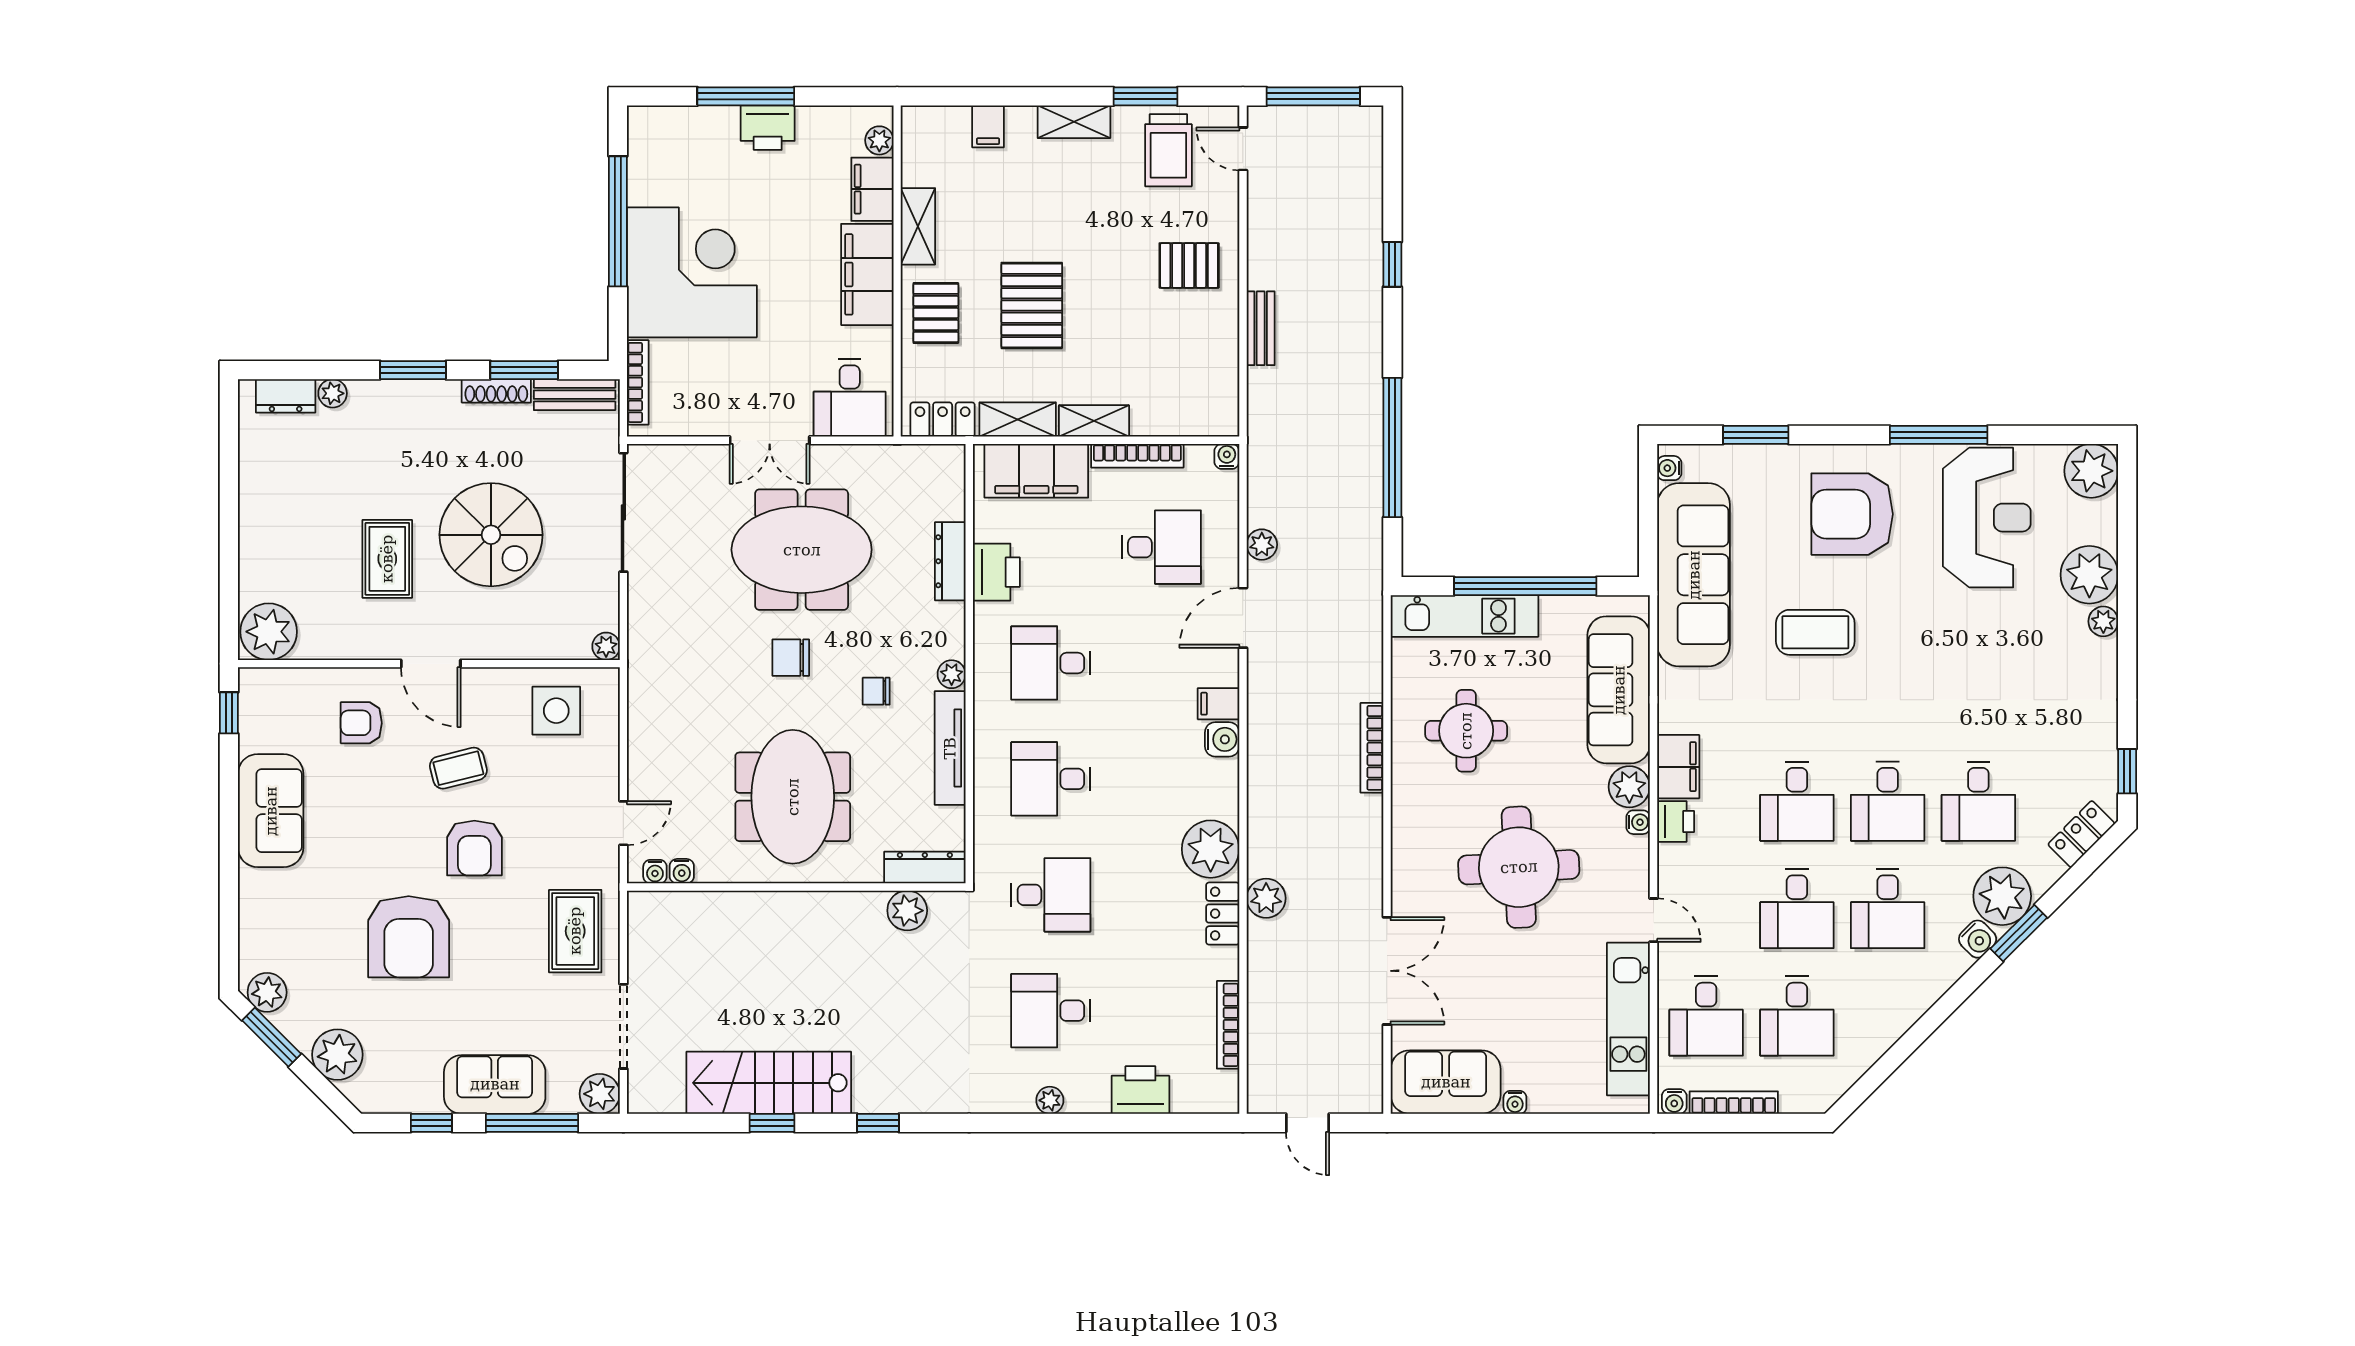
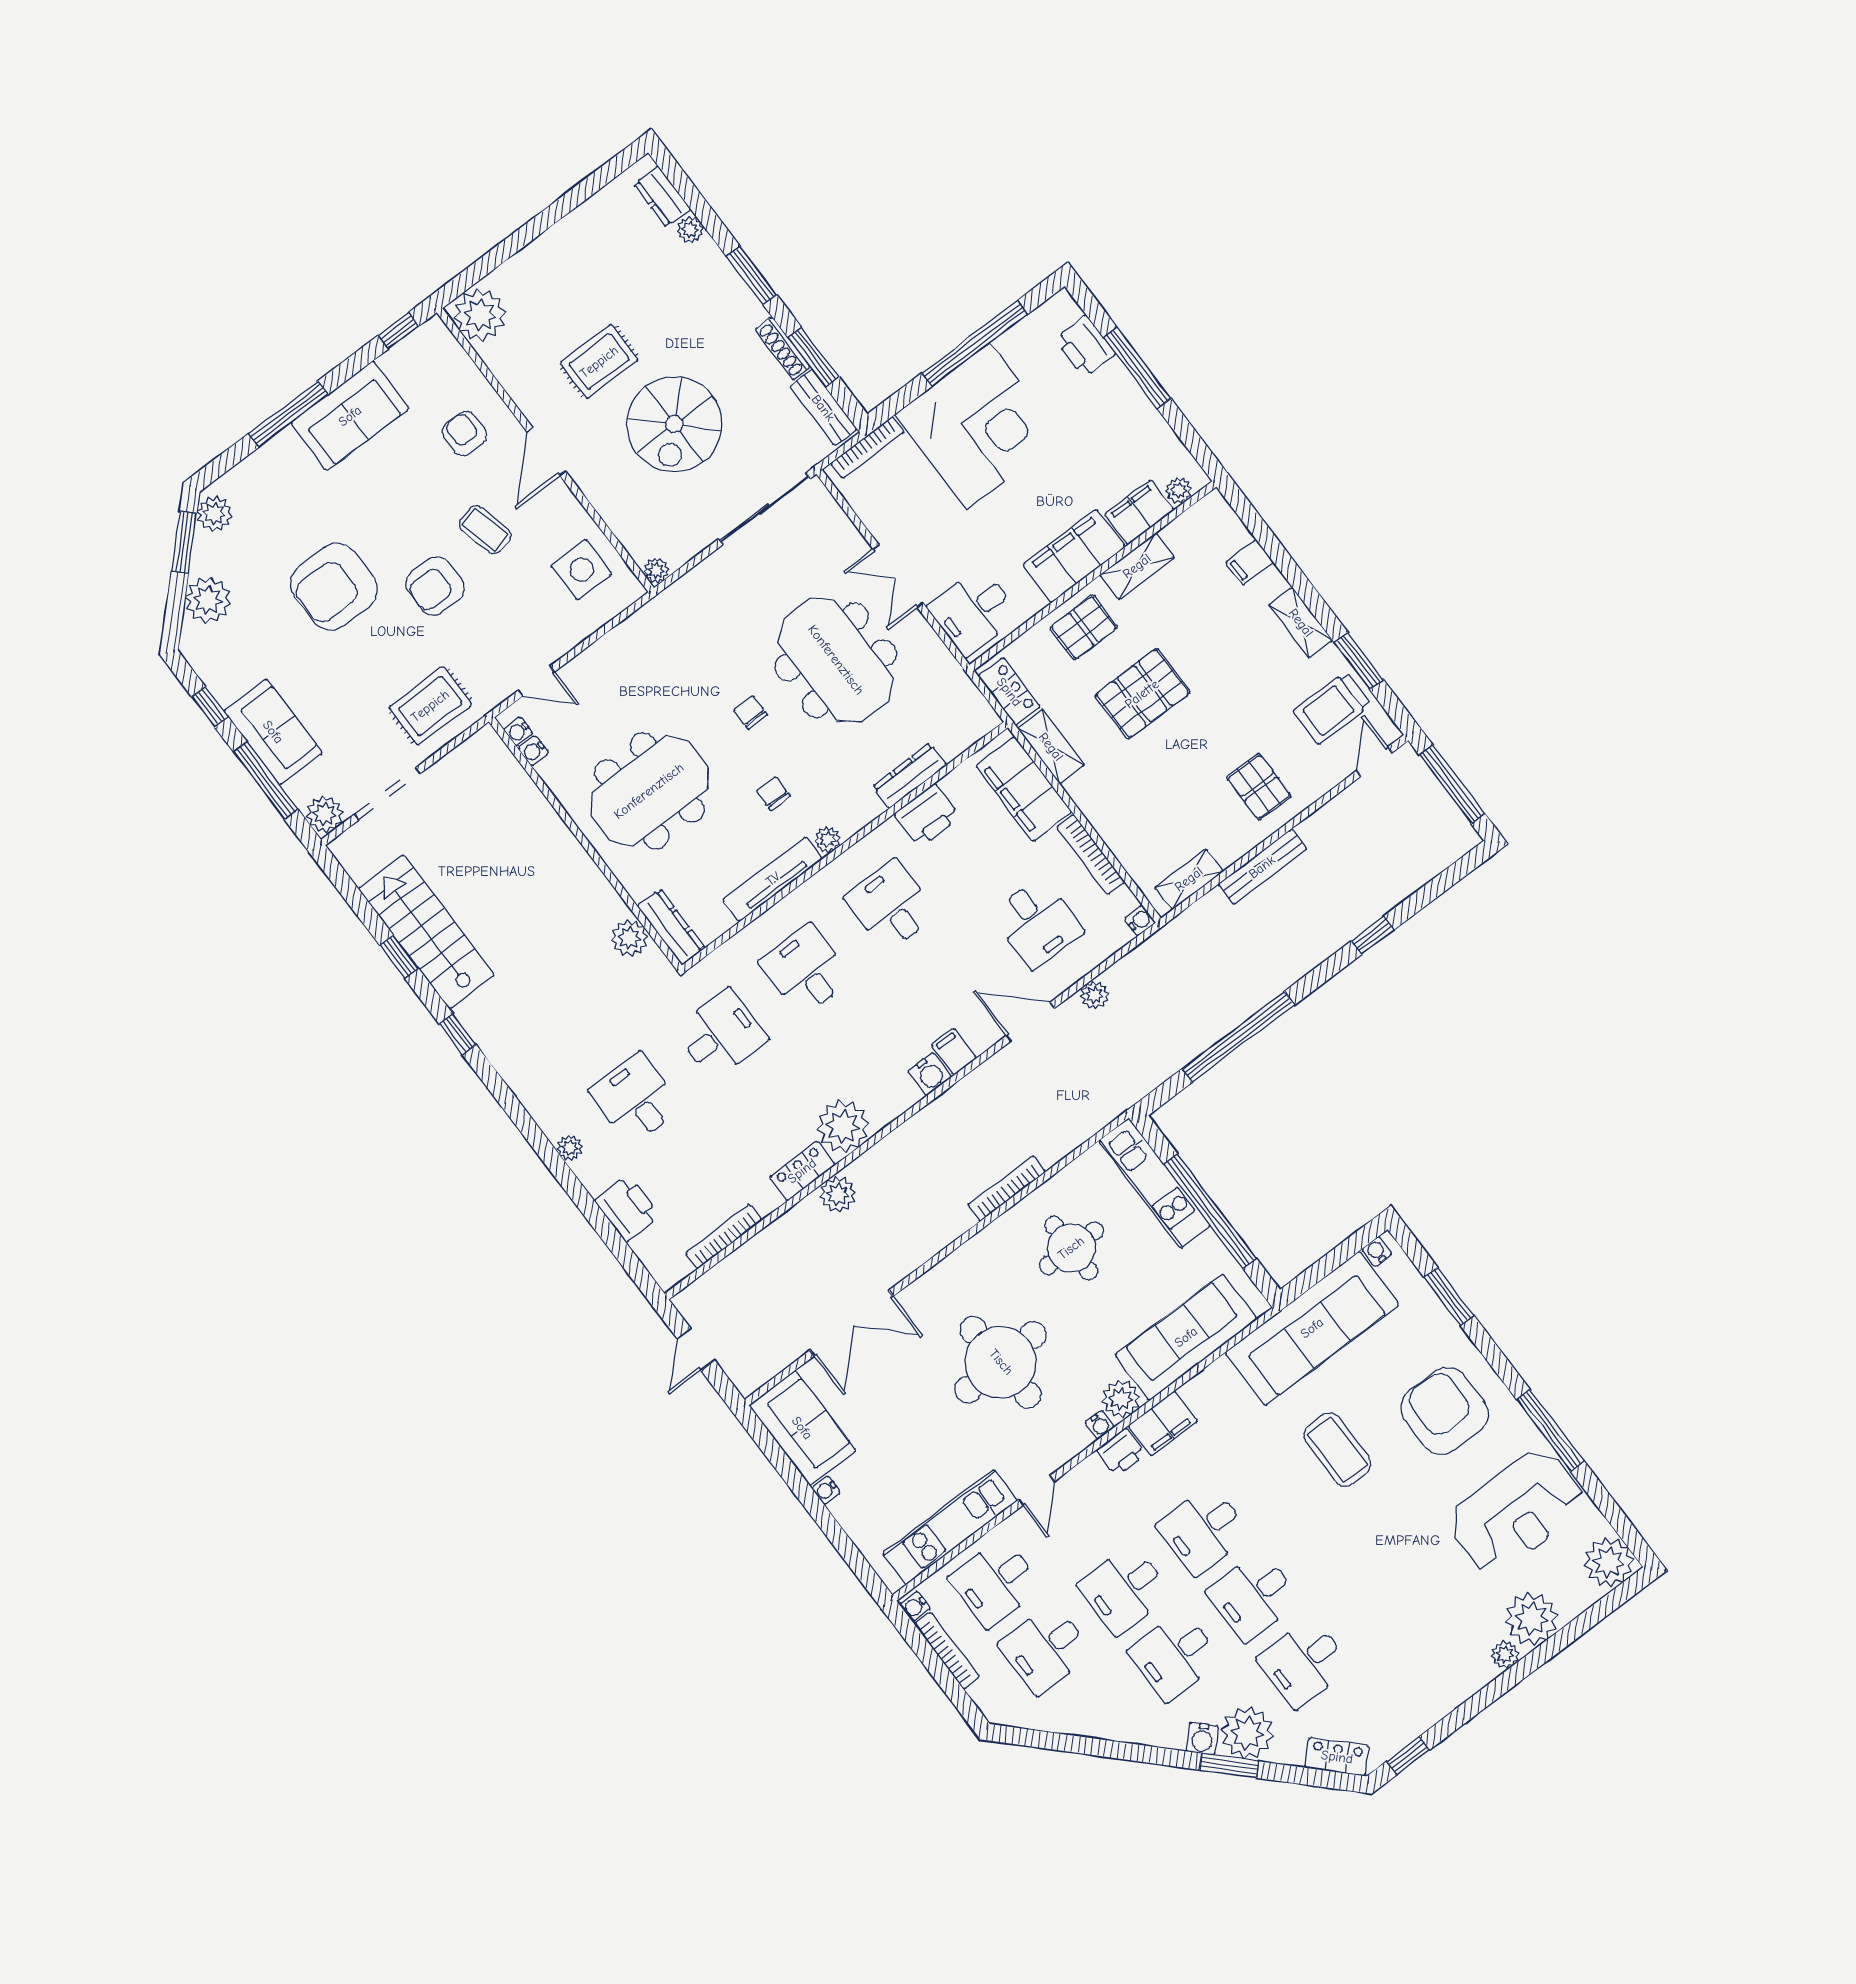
printer: (768, 128) -> (1085, 347), moved
bench: (1261, 328) -> (1262, 867), width x1.36
shelving: (1094, 421) -> (1189, 879), moved, turned 90
chair: (791, 658) -> (750, 712), width x0.73, depth x0.73
window: (229, 863) -> (288, 414), added
desk: (1051, 895) -> (721, 1035), turned -90

